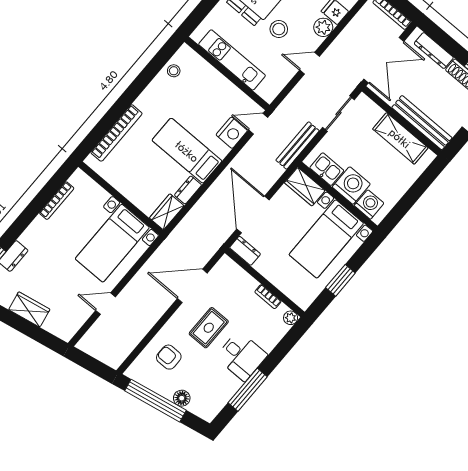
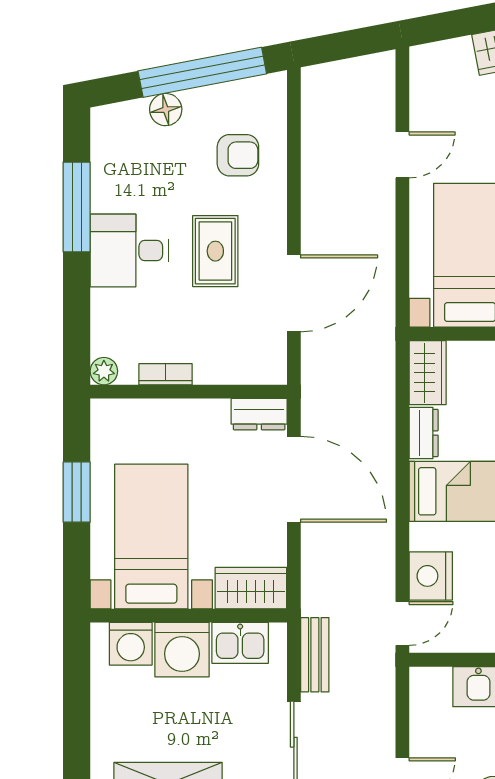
bench: (298, 145) -> (315, 655), width x0.73

